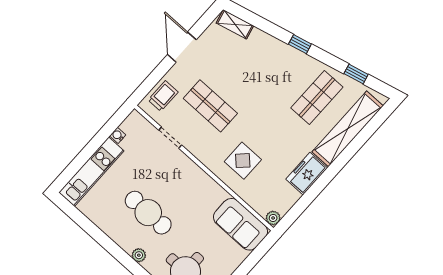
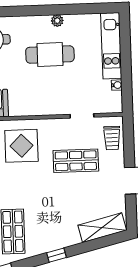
shelving: (235, 24) -> (102, 228), width x1.50, depth x1.33
display table: (243, 161) -> (21, 146), width x1.36, depth x1.36
plant: (139, 255) -> (57, 21), moved

